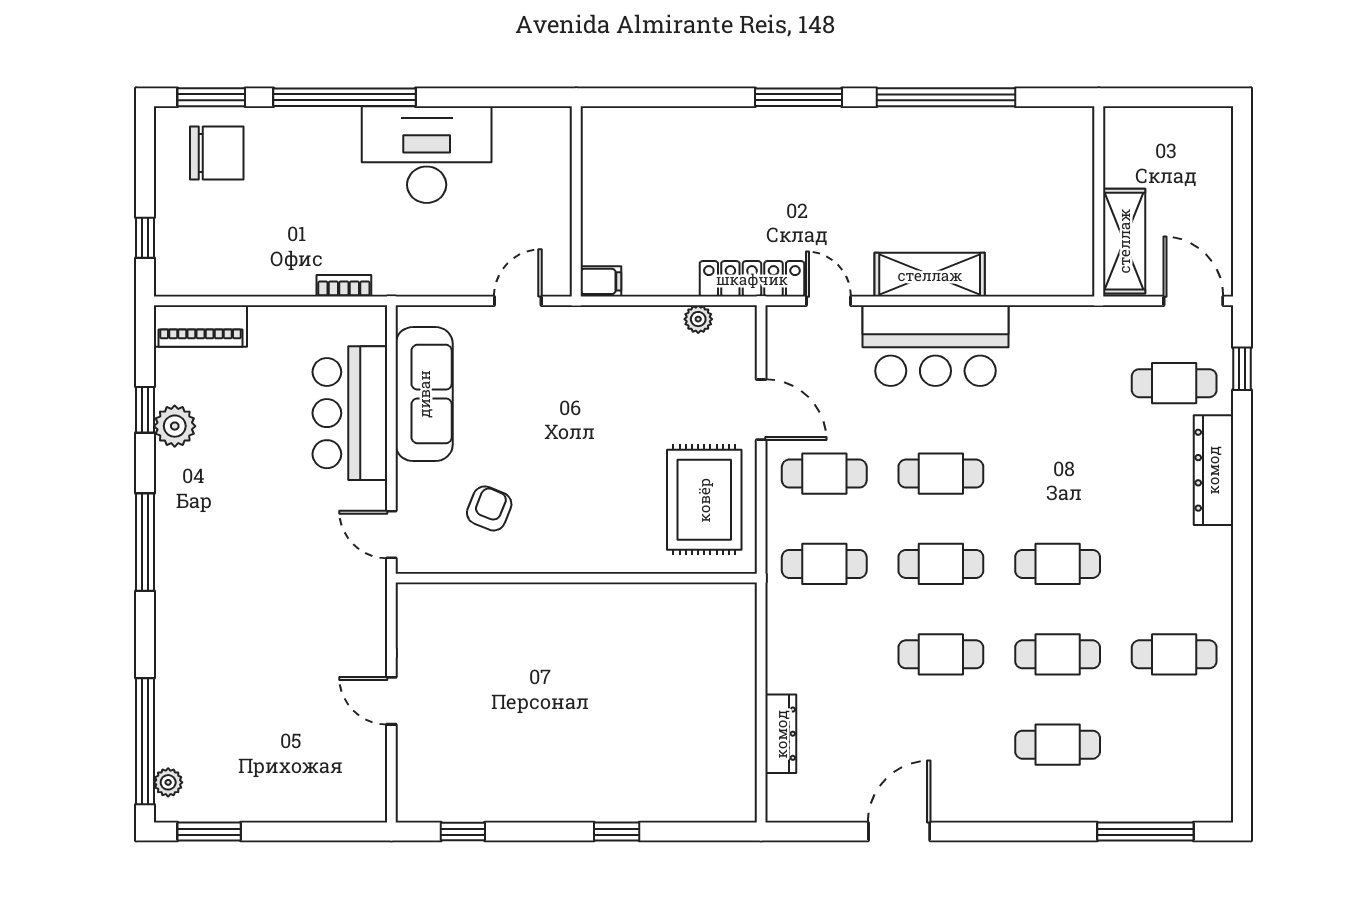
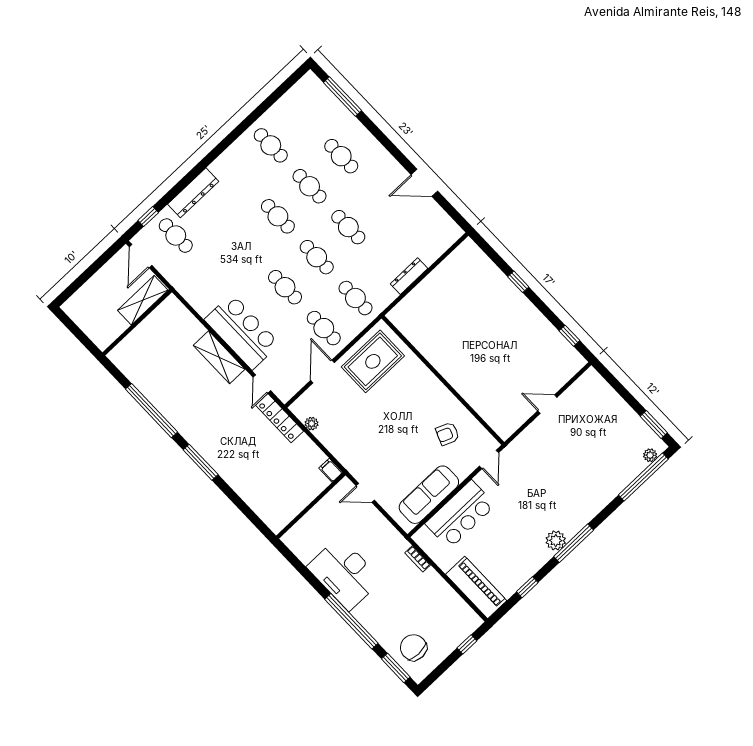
piano: (200, 326) -> (476, 587), width x1.37, depth x1.33
plant: (175, 426) -> (556, 540), moved
door: (391, 701) -> (547, 404), swing flipped
dresser: (781, 734) -> (409, 276), moved

